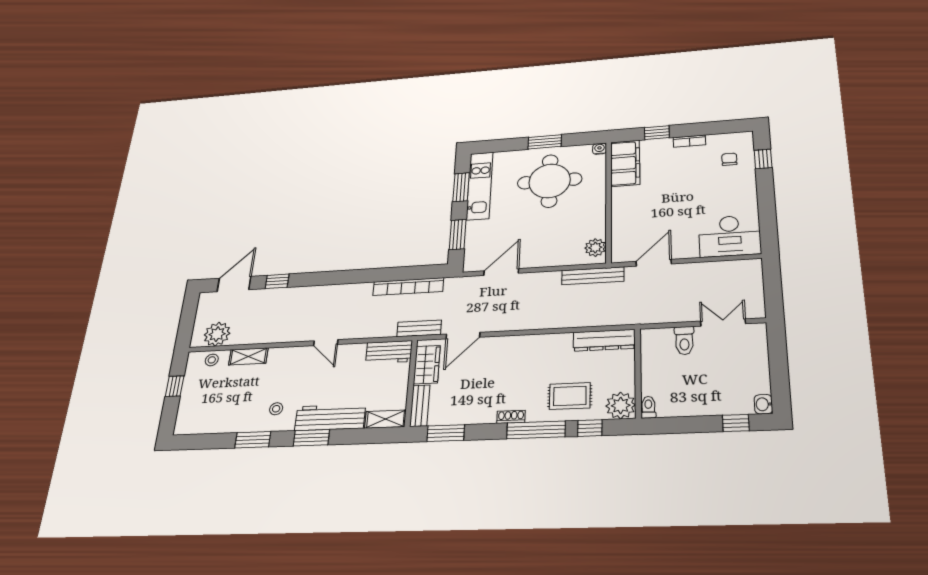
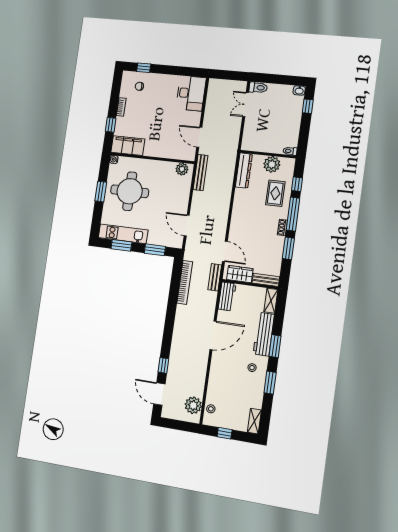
toilet: (684, 341) -> (258, 88), moved
door: (326, 343) -> (213, 335), width x1.88
shelving: (248, 356) -> (254, 421), moved
plant: (621, 405) -> (272, 164), moved
window: (446, 433) -> (288, 248), moved

